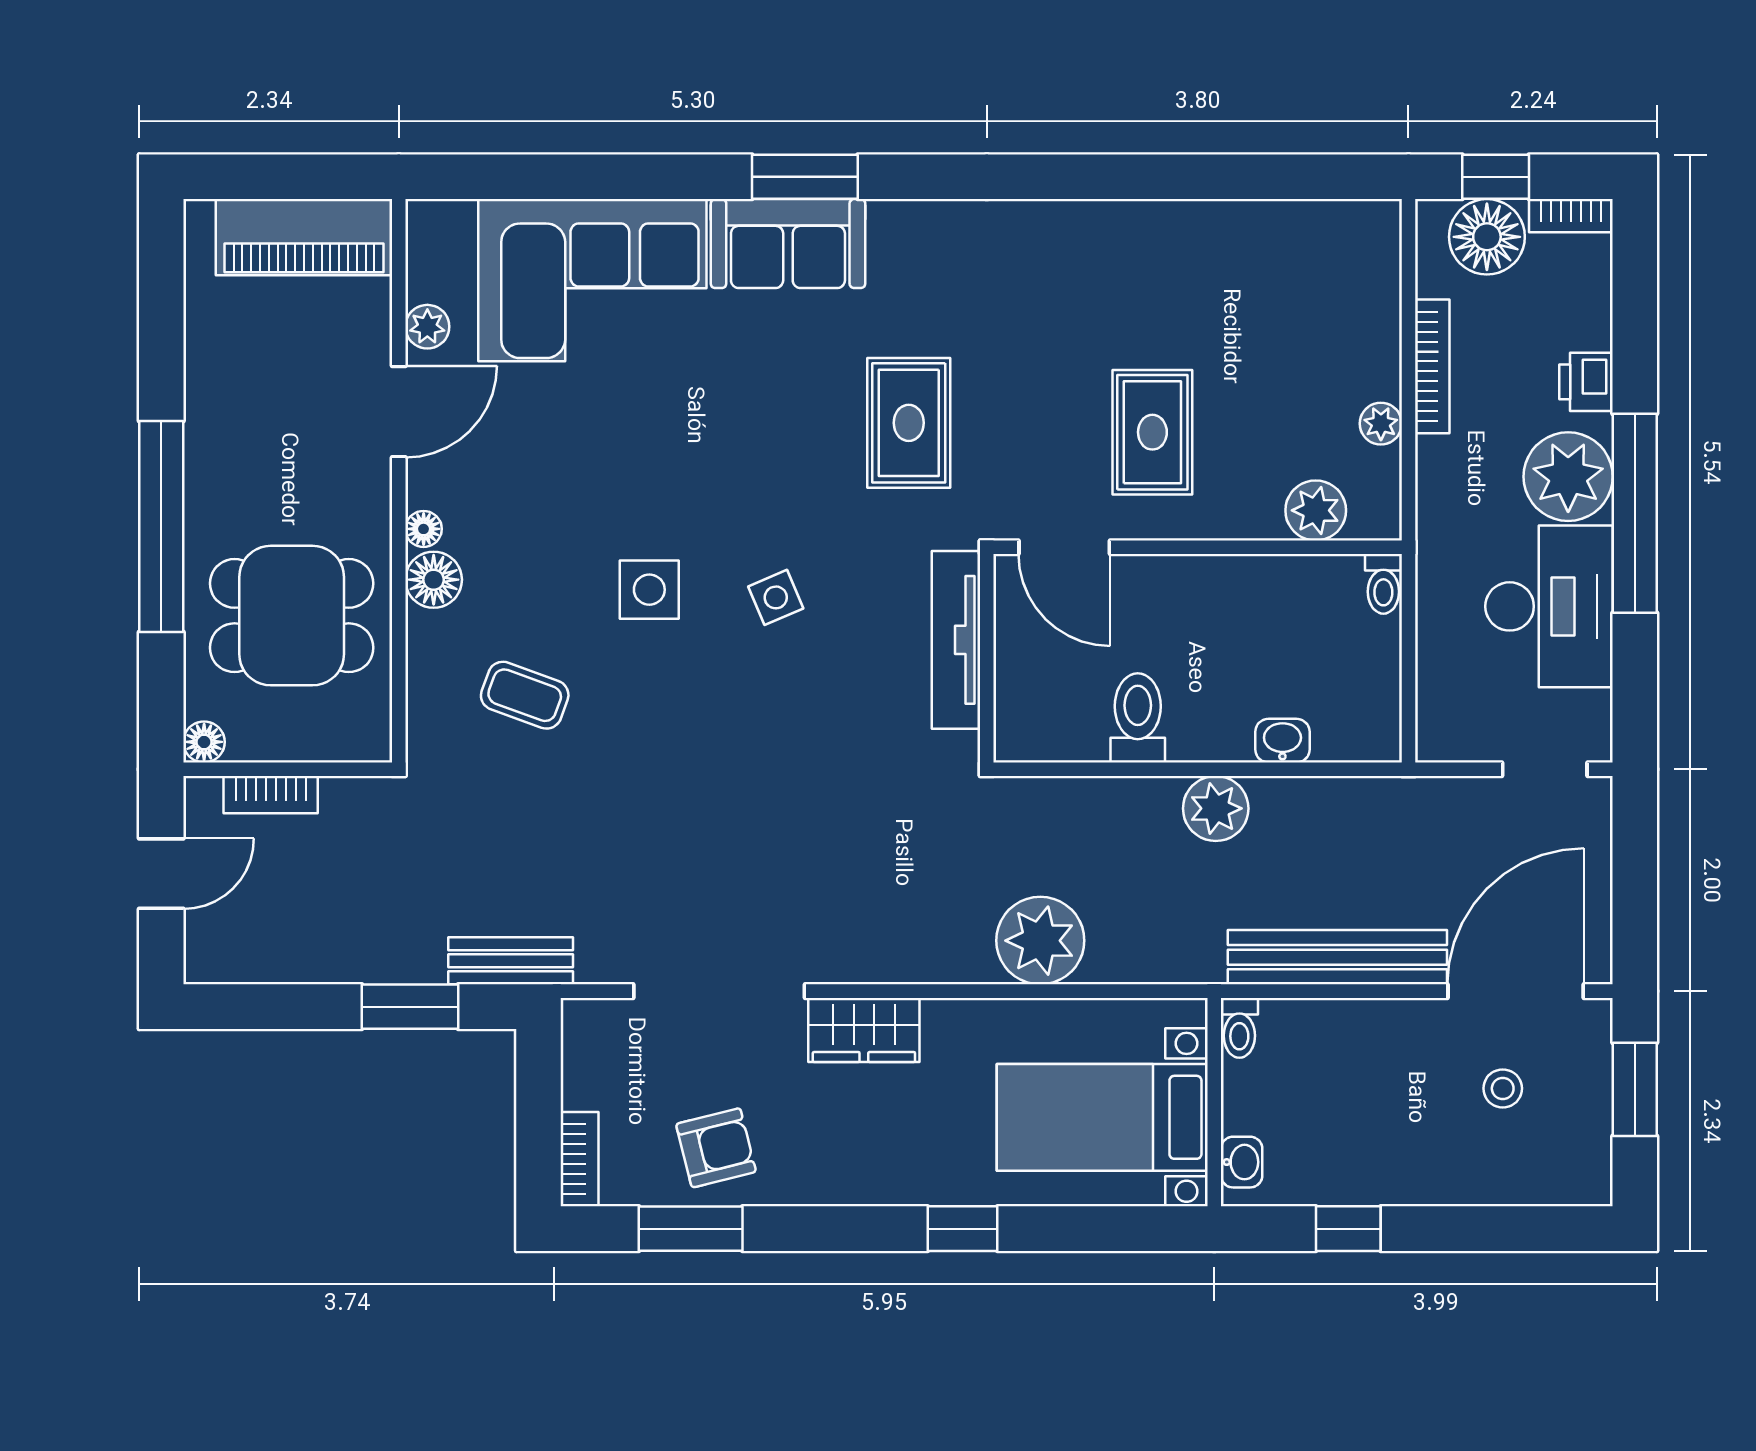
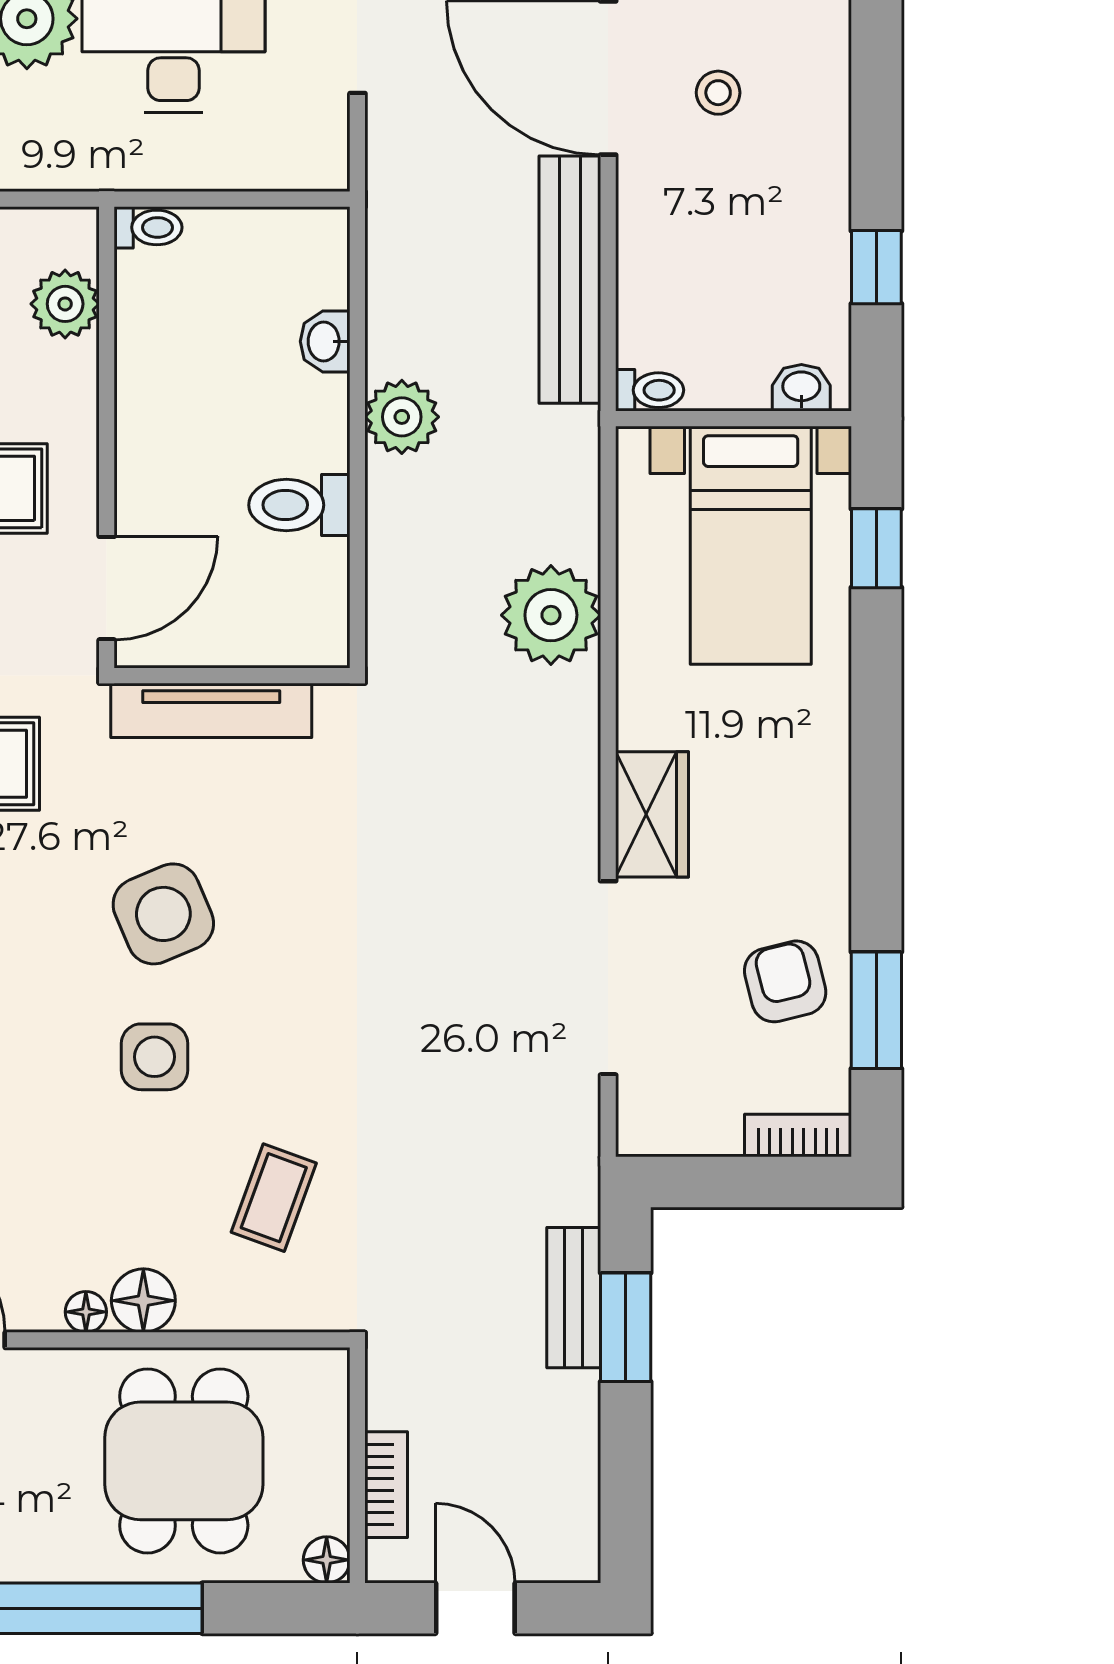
side table: (776, 597) -> (163, 914), width x1.87, depth x1.87
bench: (511, 961) -> (574, 1298), moved
window: (962, 1229) -> (876, 548), moved

